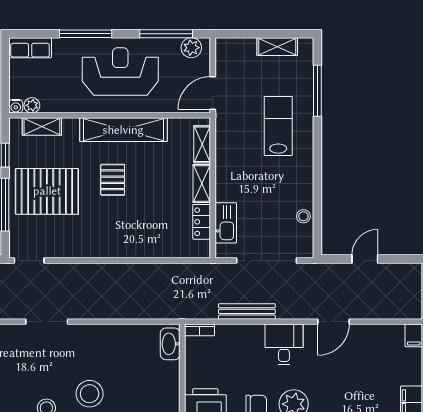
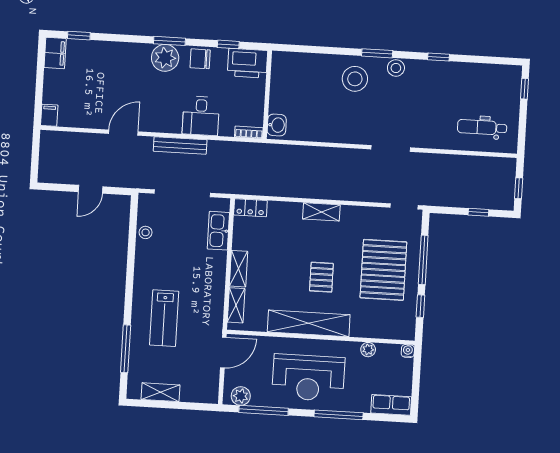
plant: (32, 105) -> (368, 350), moved
shelving: (42, 127) -> (321, 212), moved
pallet: (47, 191) -> (383, 270), turned 90
locker: (202, 222) -> (250, 208), moved, turned 90
bench: (247, 311) -> (180, 145), moved
washbasin: (170, 344) -> (277, 125), width x0.72
desk: (284, 344) -> (201, 116), moved

